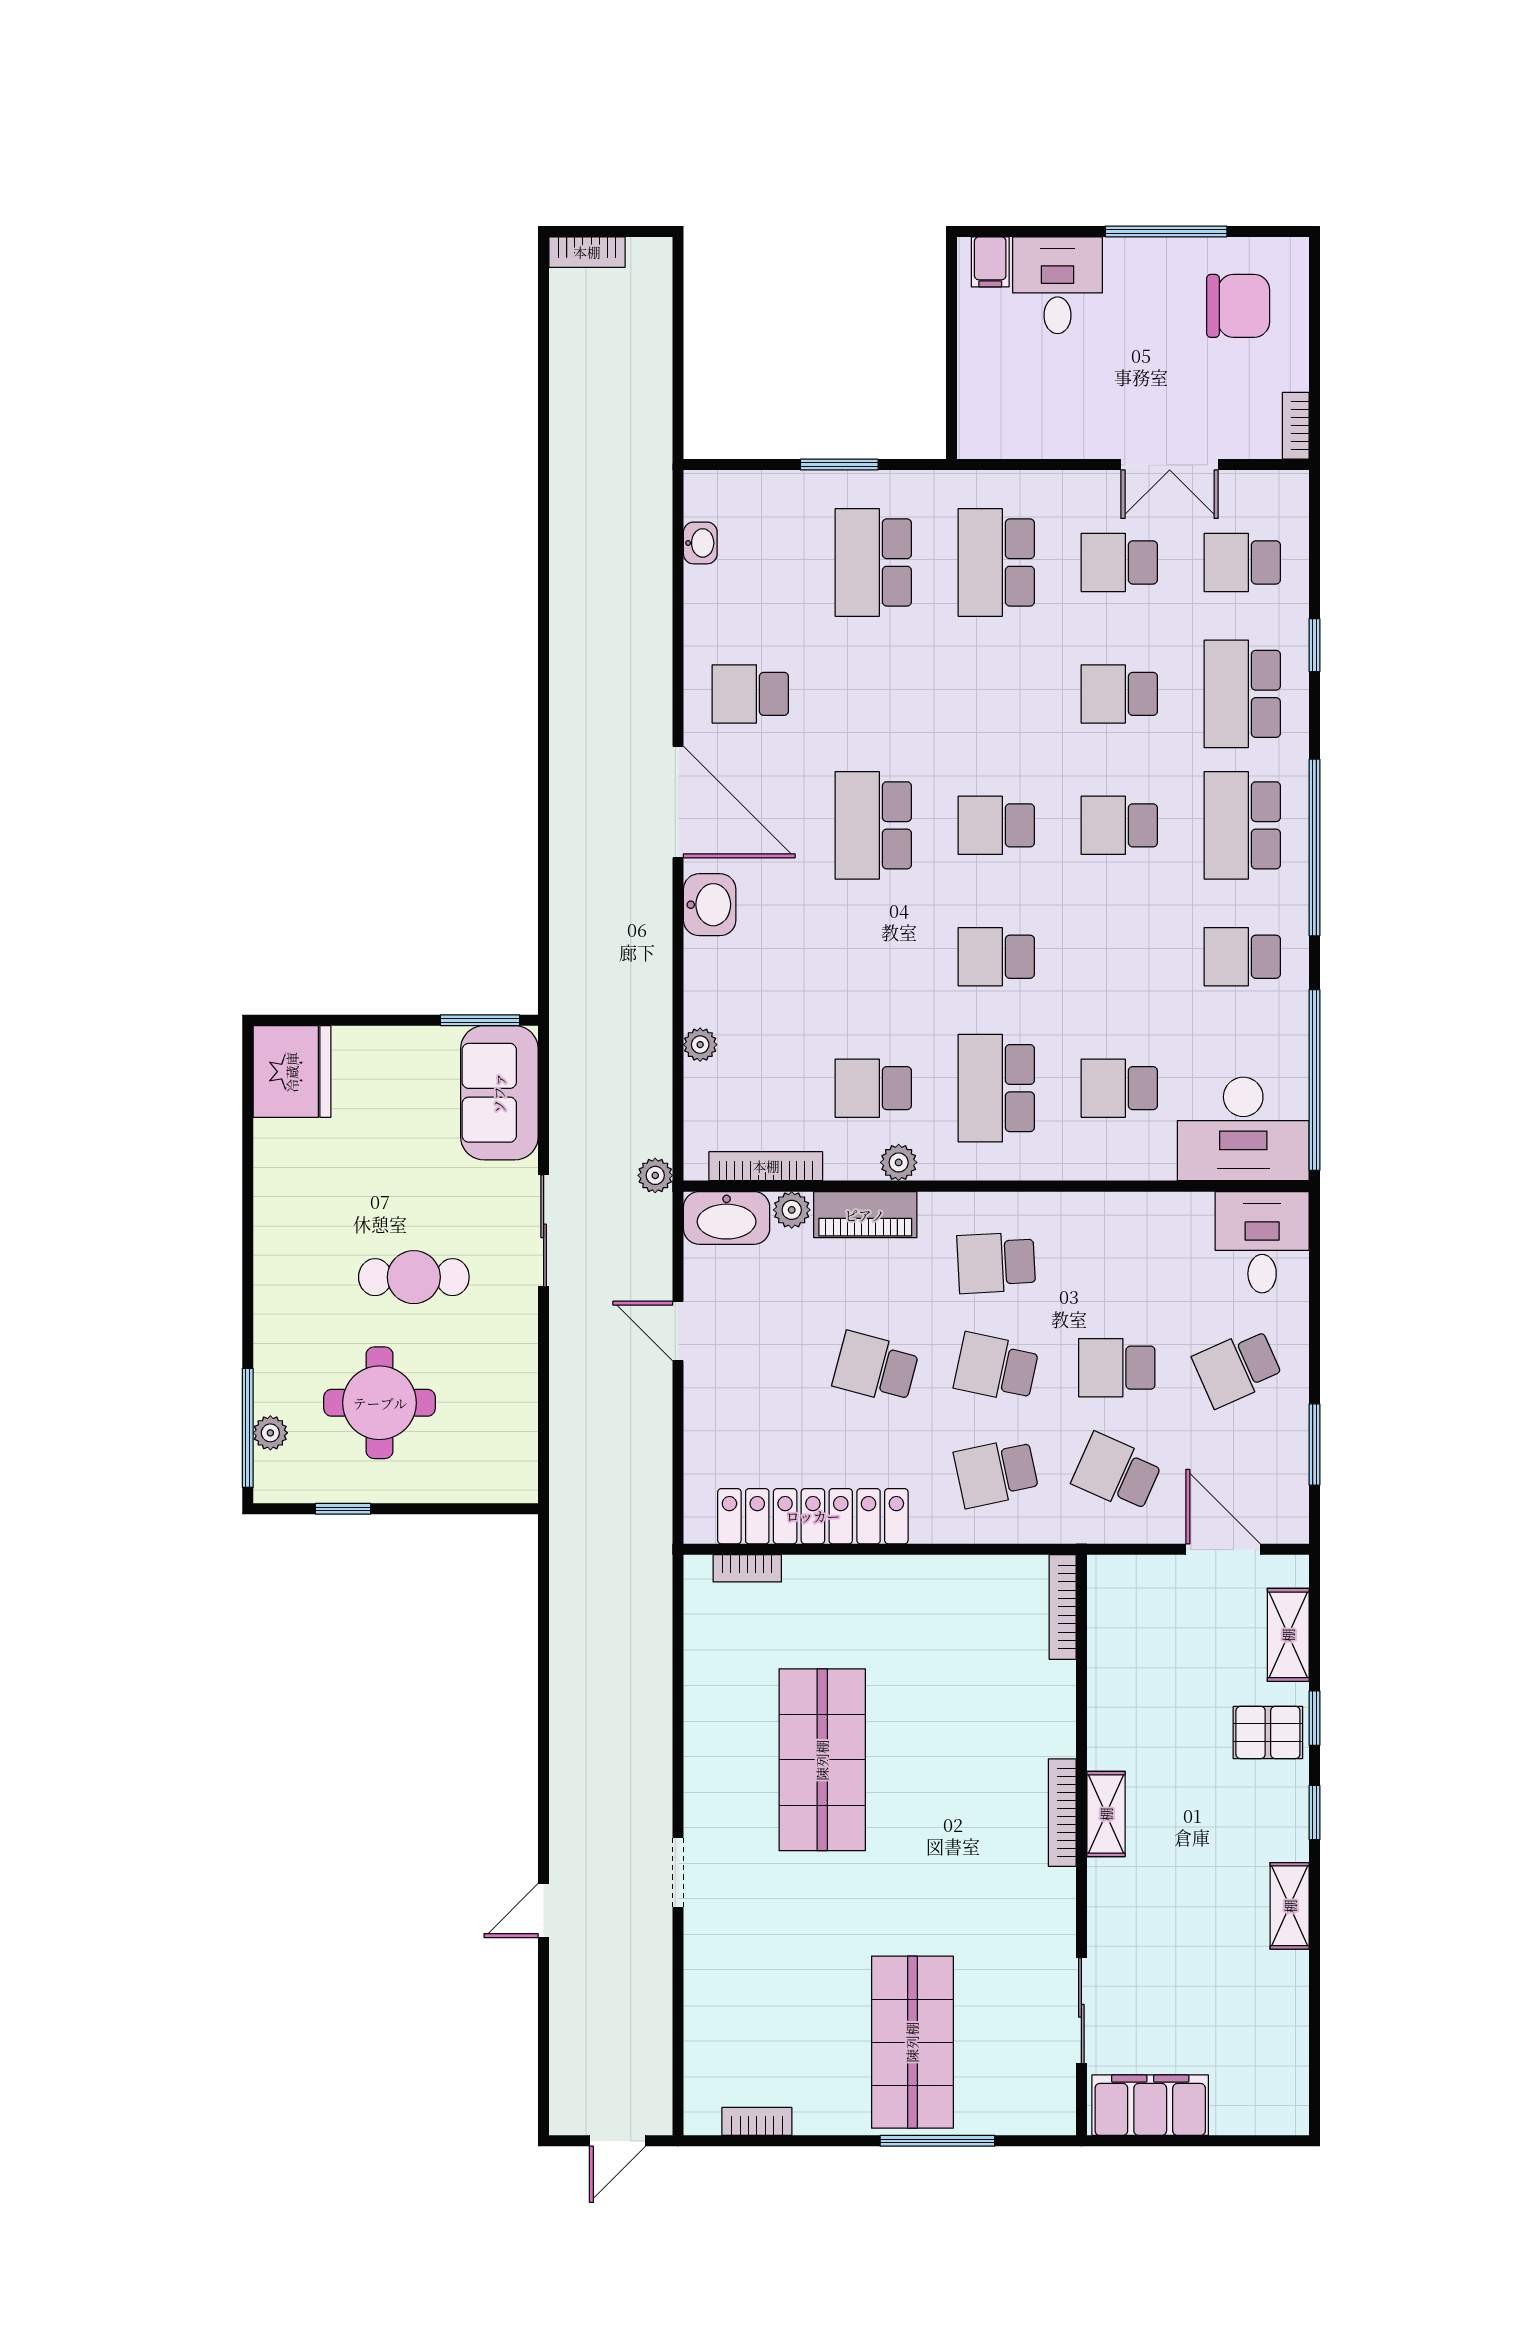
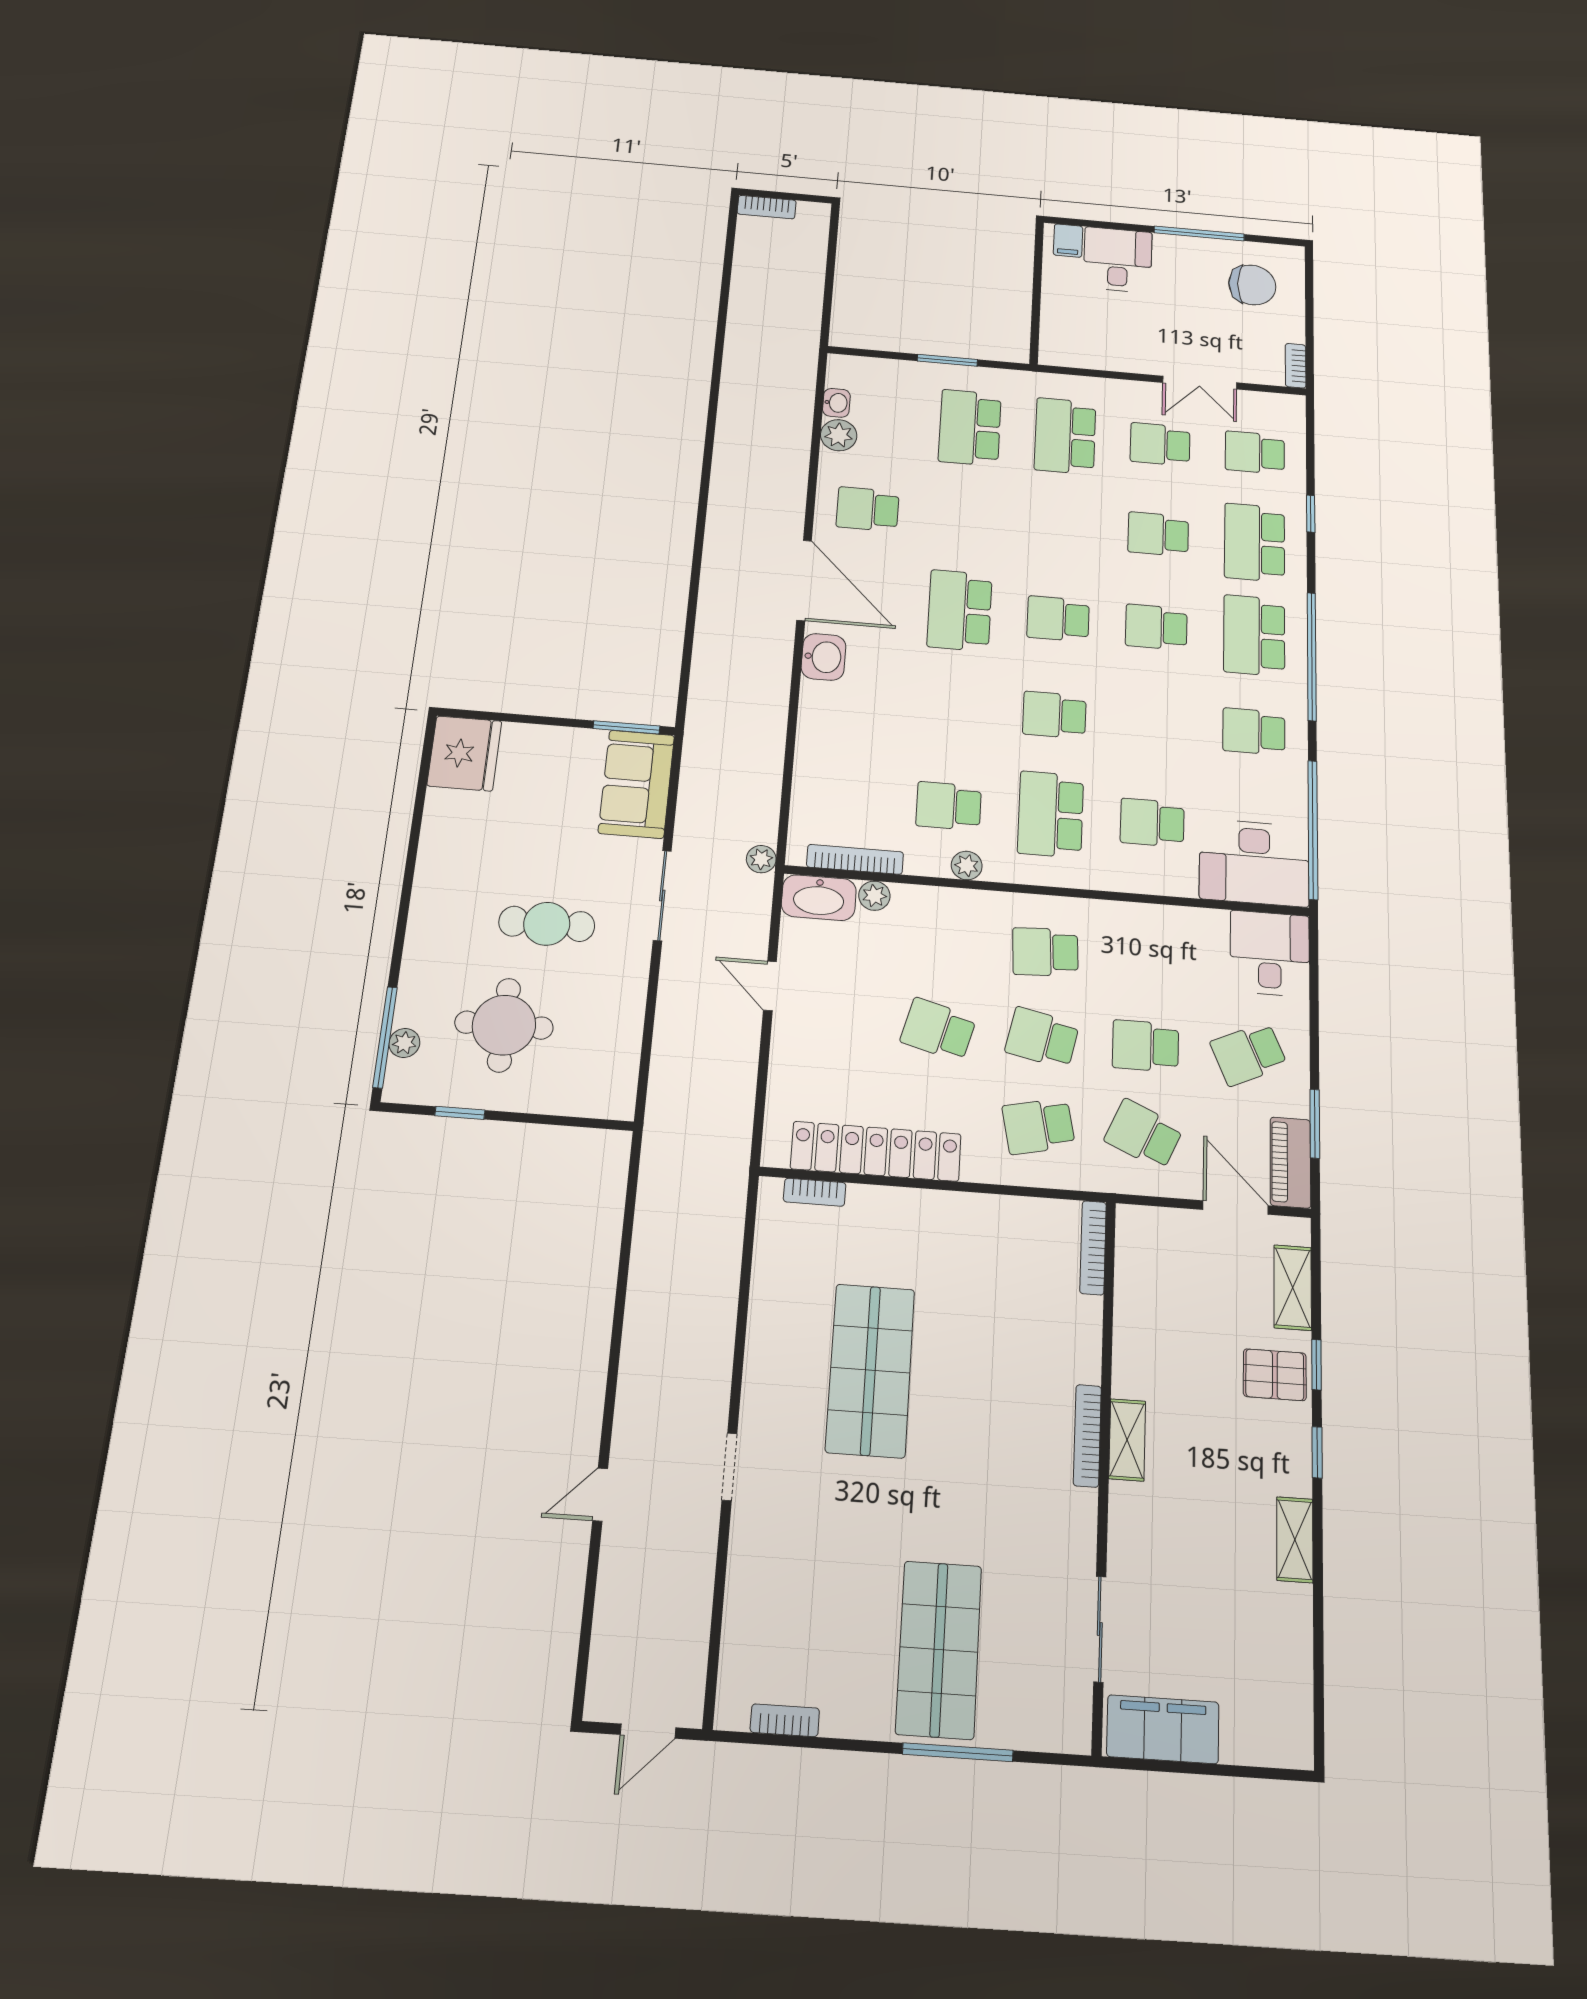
plant: (700, 1045) -> (839, 435), moved, width x1.38, depth x1.38
piano: (865, 1215) -> (1290, 1162), moved, turned 90

